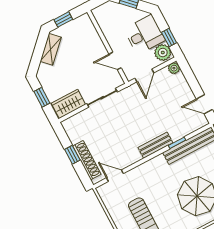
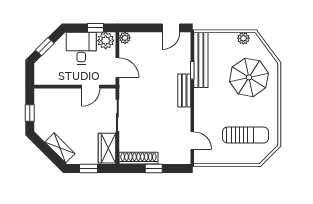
shelving: (51, 49) -> (60, 148), moved
shoe rack: (87, 160) -> (138, 158), moved
door: (115, 176) -> (192, 141), swing flipped

